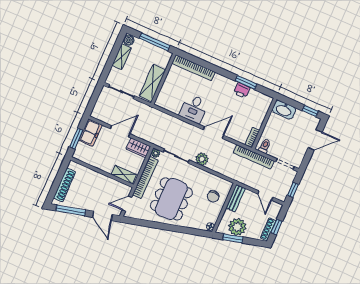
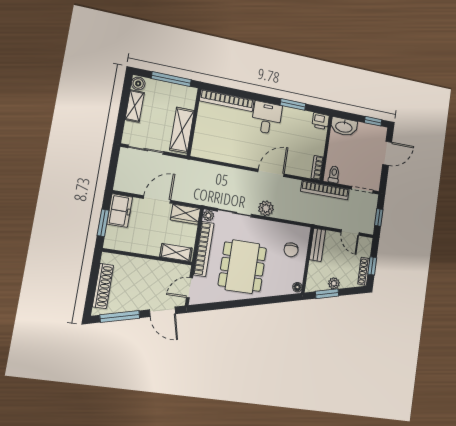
printer: (242, 90) -> (321, 121), moved
desk: (194, 109) -> (267, 118), moved, turned 180
plant: (237, 227) -> (334, 283), width x0.53, depth x0.53

